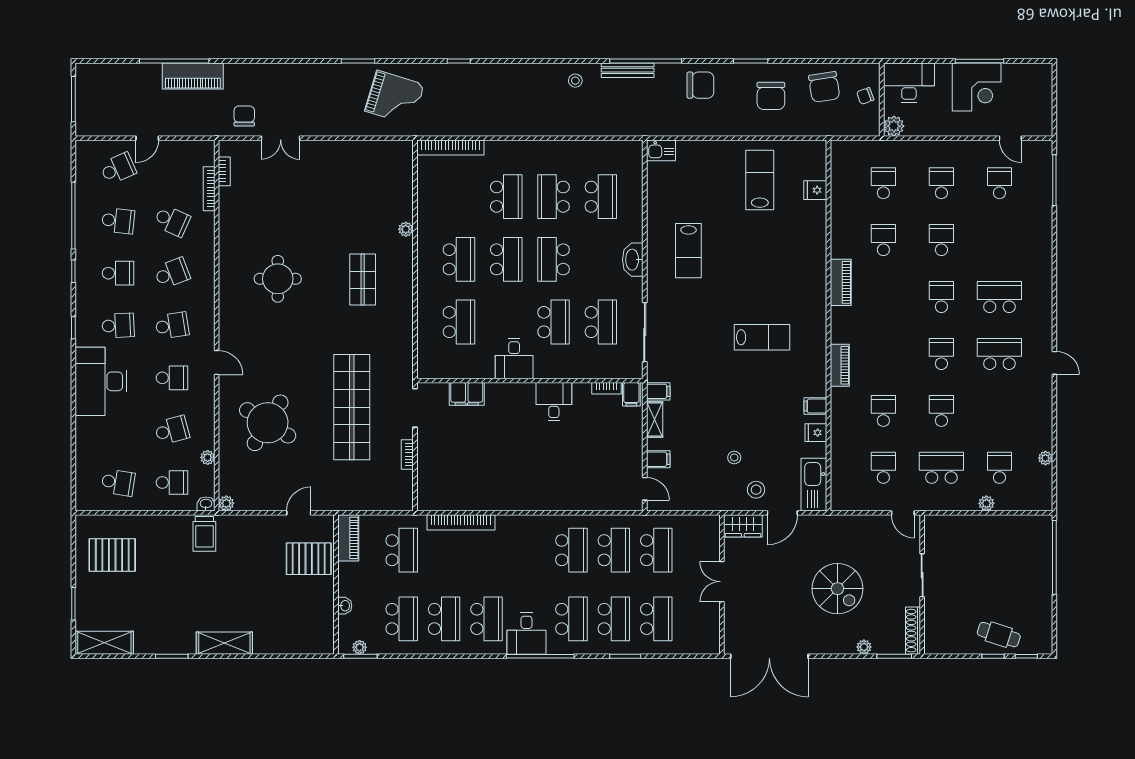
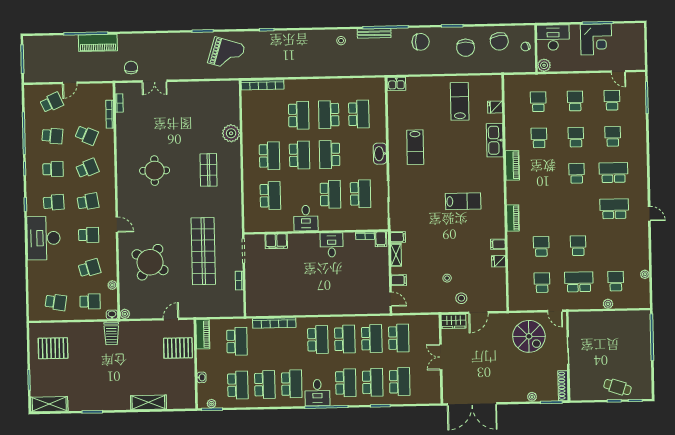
plant: (406, 229) -> (231, 133), width x1.88, depth x1.88
school desk: (941, 354) -> (613, 136), moved
kitchen sink: (814, 485) -> (495, 140), moved
school desk: (529, 550) -> (318, 340), added
spiral stairs: (837, 589) -> (529, 336), moved
shelving: (224, 643) -> (148, 402), moved

